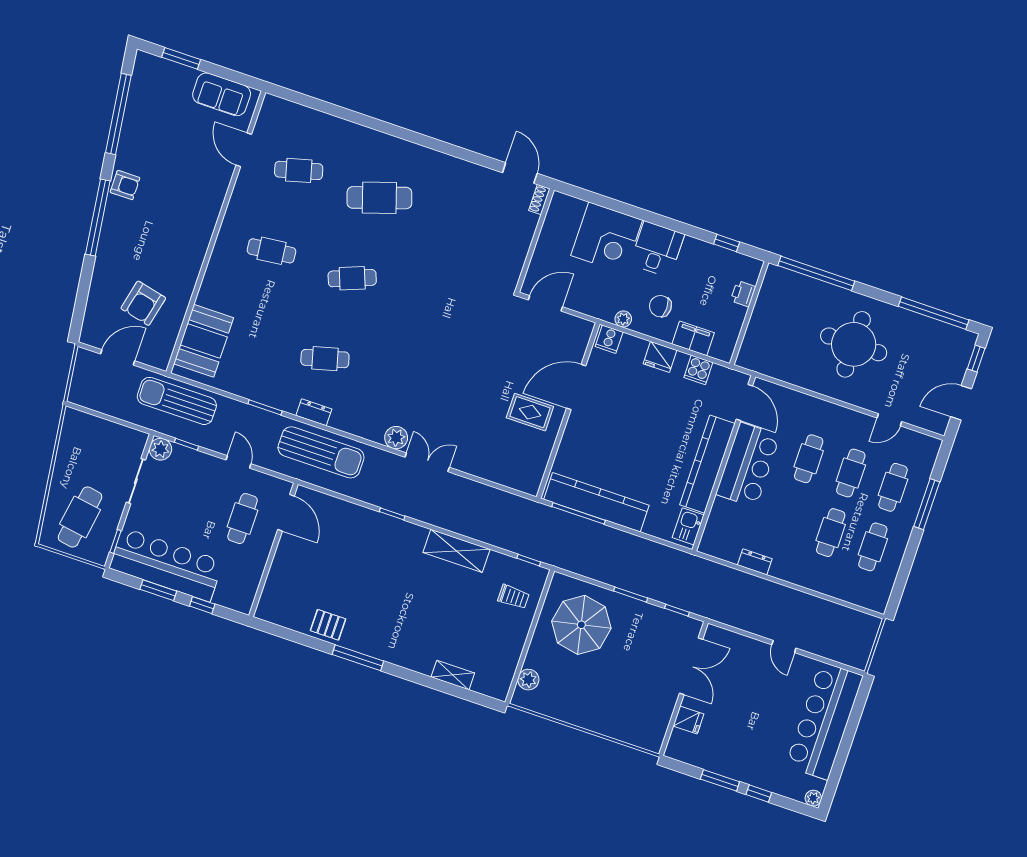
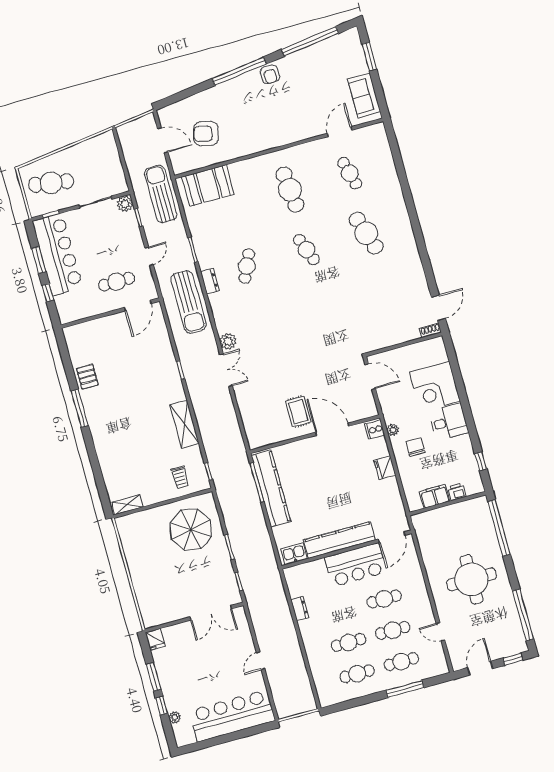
cafe table: (271, 251) -> (290, 190), width x1.37, depth x1.35
filing cabinet: (693, 338) -> (435, 496), moved, turned -90
cafe table: (325, 359) -> (247, 266), turned 39
cooker: (698, 370) -> (393, 496), removed
door: (961, 403) -> (480, 668), hinge flipped
shelving: (453, 675) -> (127, 505), moved, turned 90
plant: (528, 680) -> (136, 520), removed
fridge: (688, 720) -> (155, 639), moved
plant: (813, 798) -> (175, 717), moved

